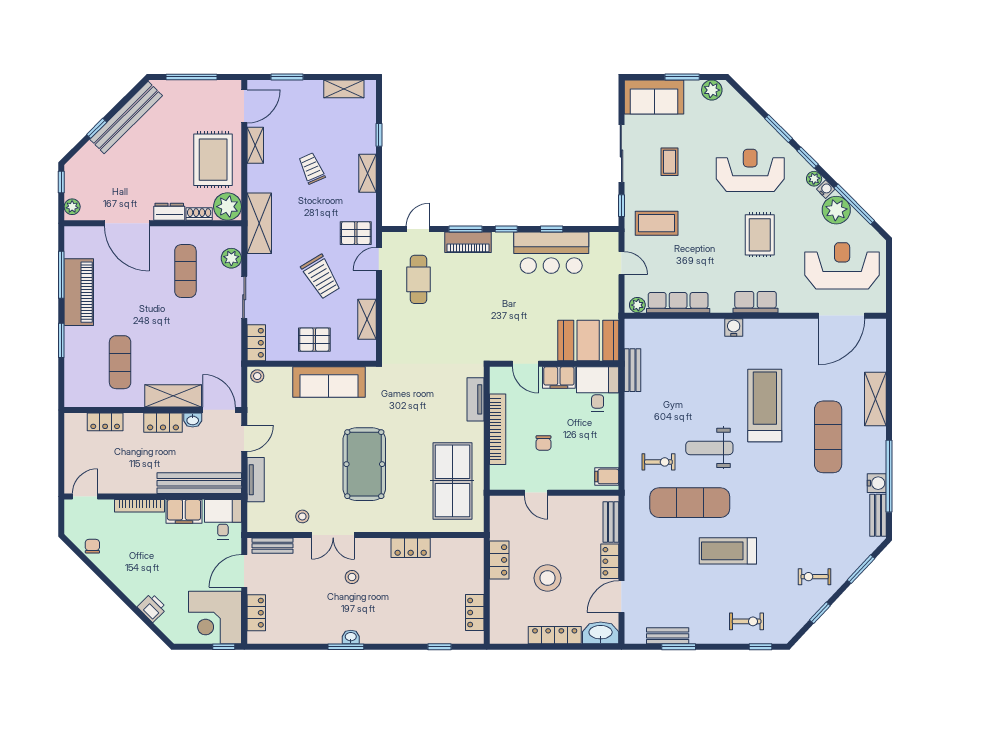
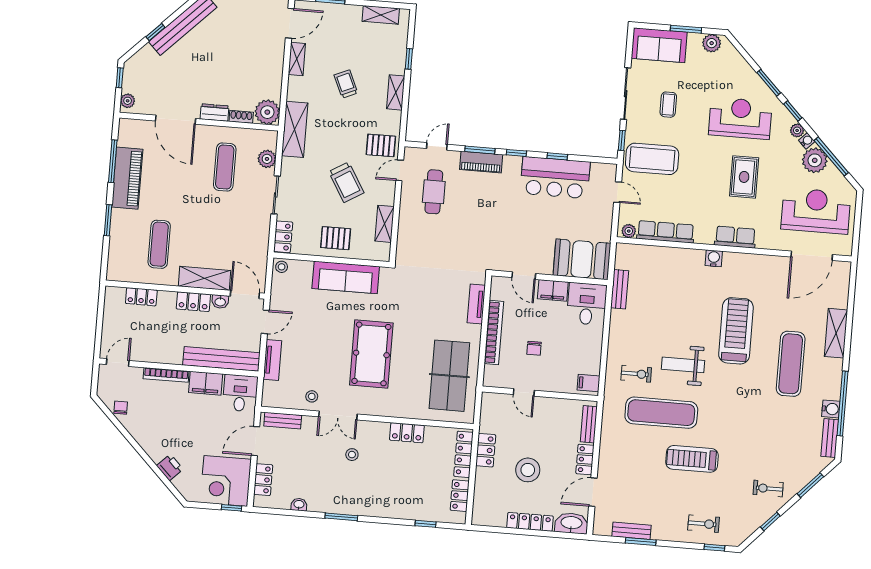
rug: (213, 160) -> (258, 69), removed
coffee table: (657, 223) -> (652, 159), width x1.36, depth x1.32
locker: (475, 567) -> (463, 454), added
washbasin: (351, 637) -> (299, 505), moved

